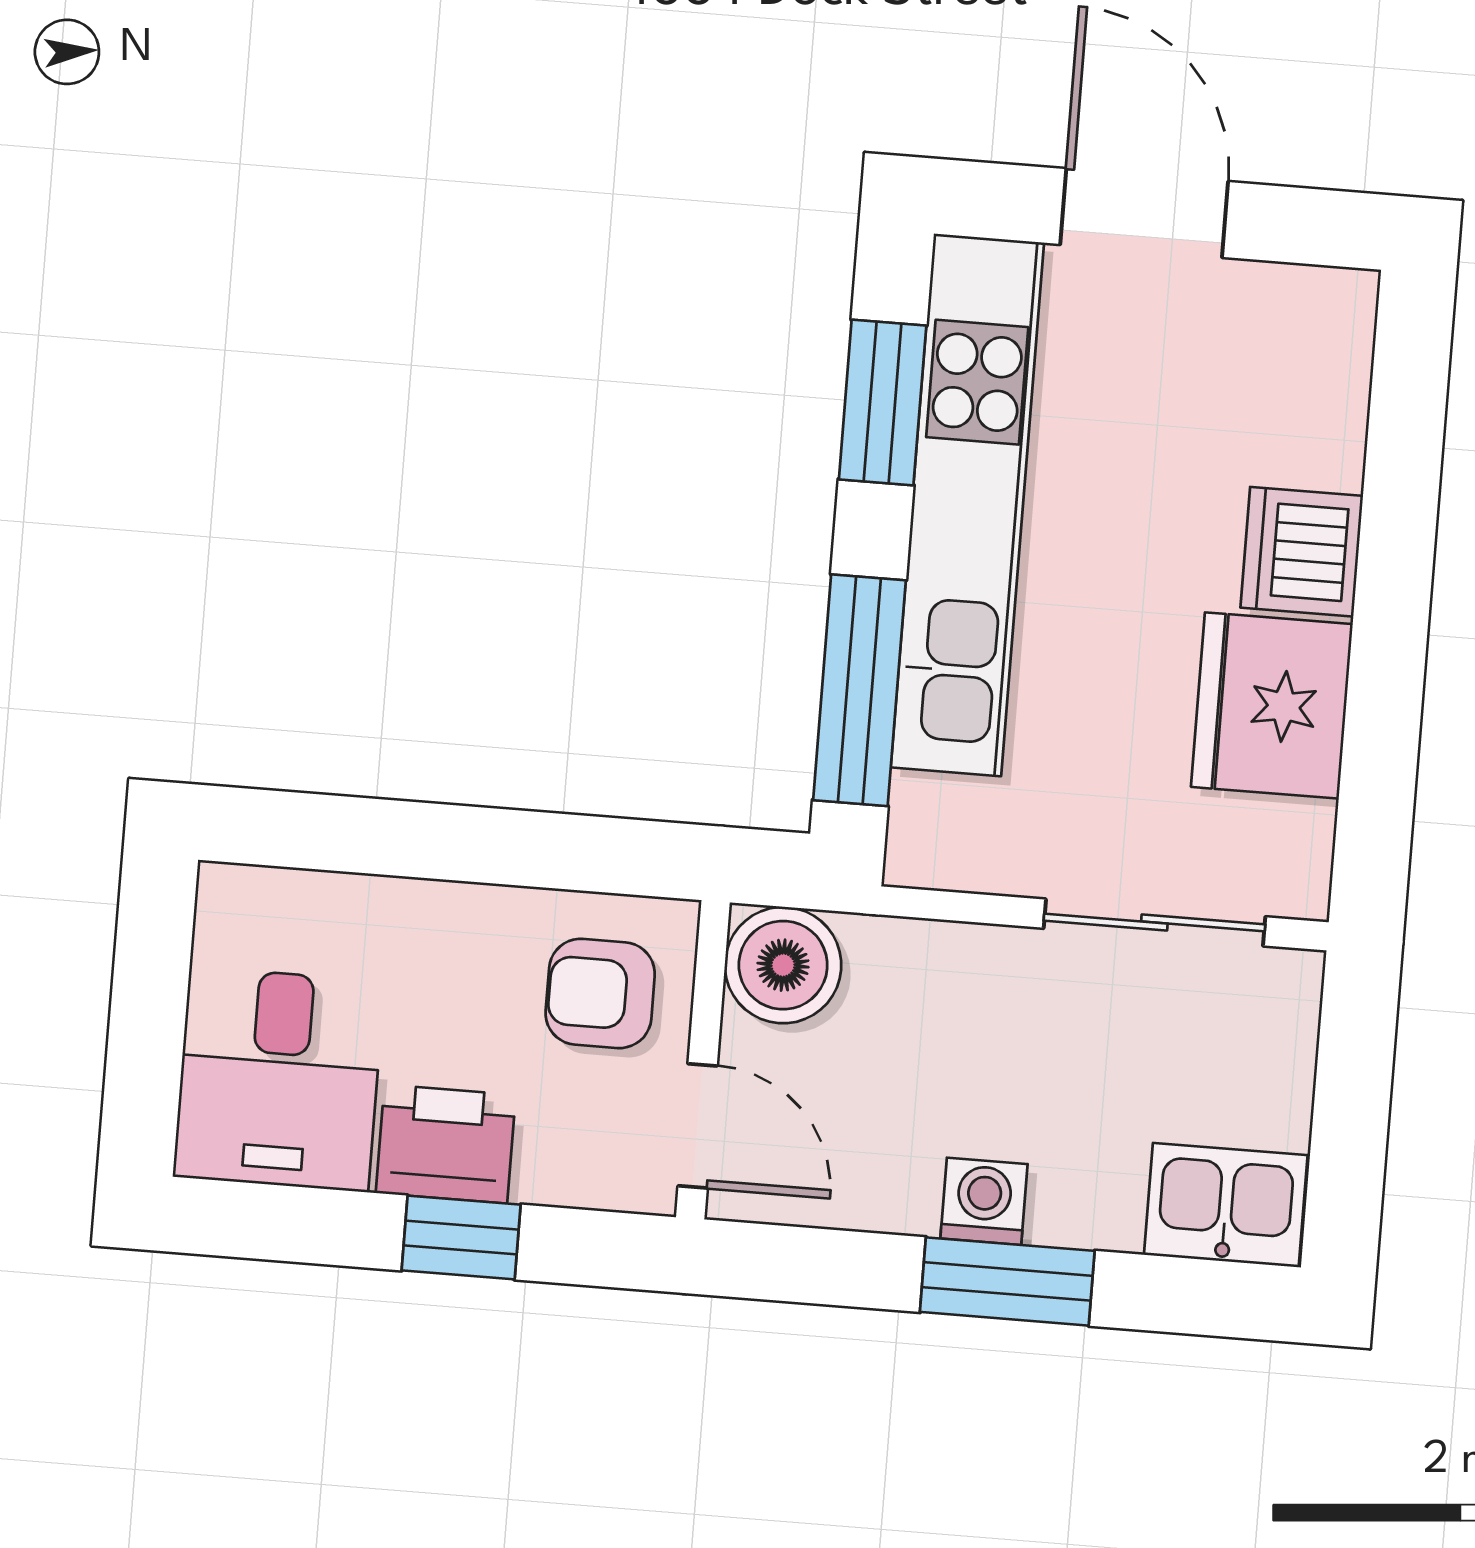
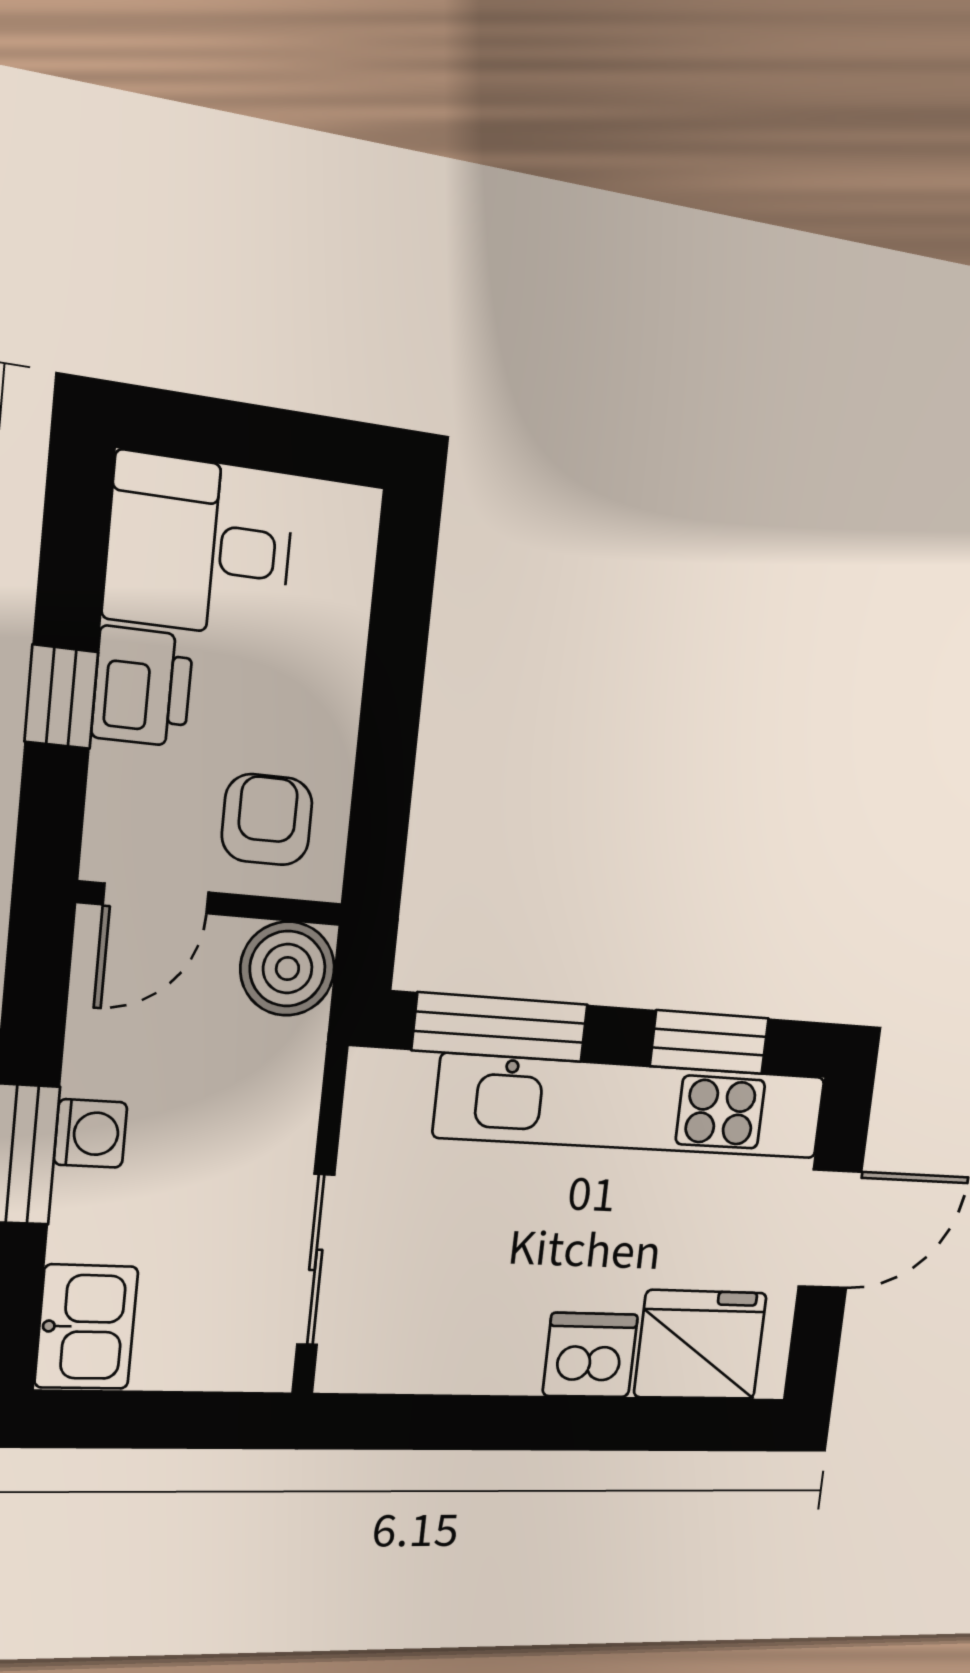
fridge: (1272, 706) -> (701, 1345), moved

